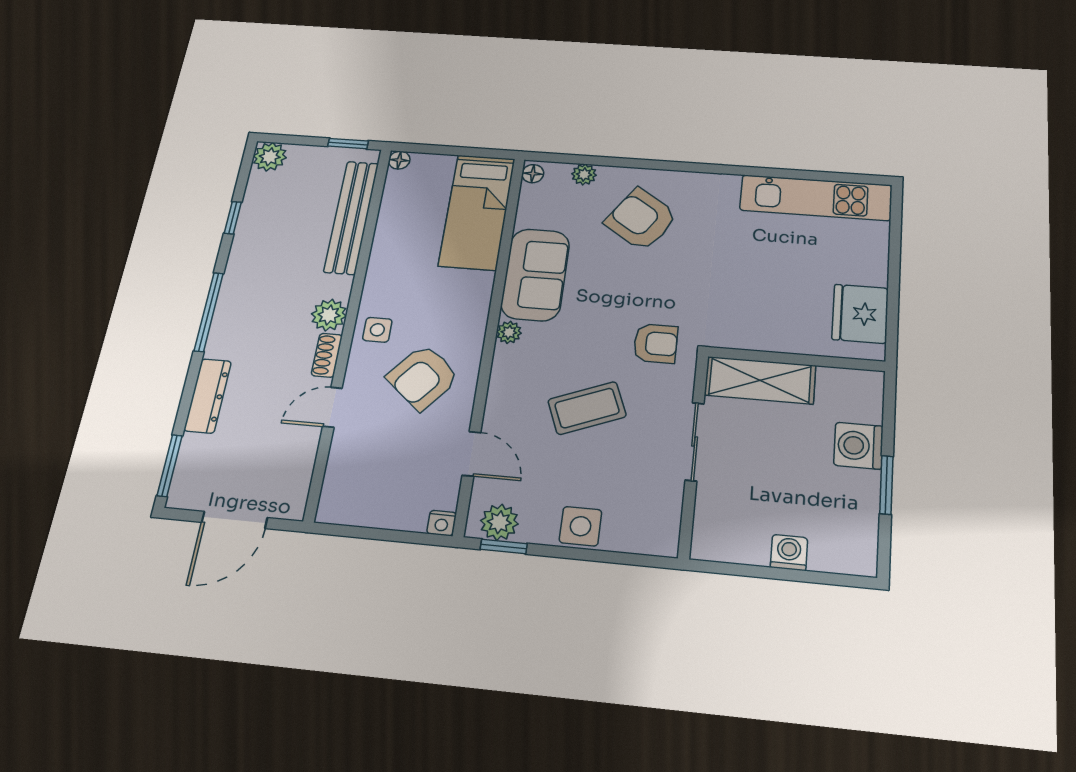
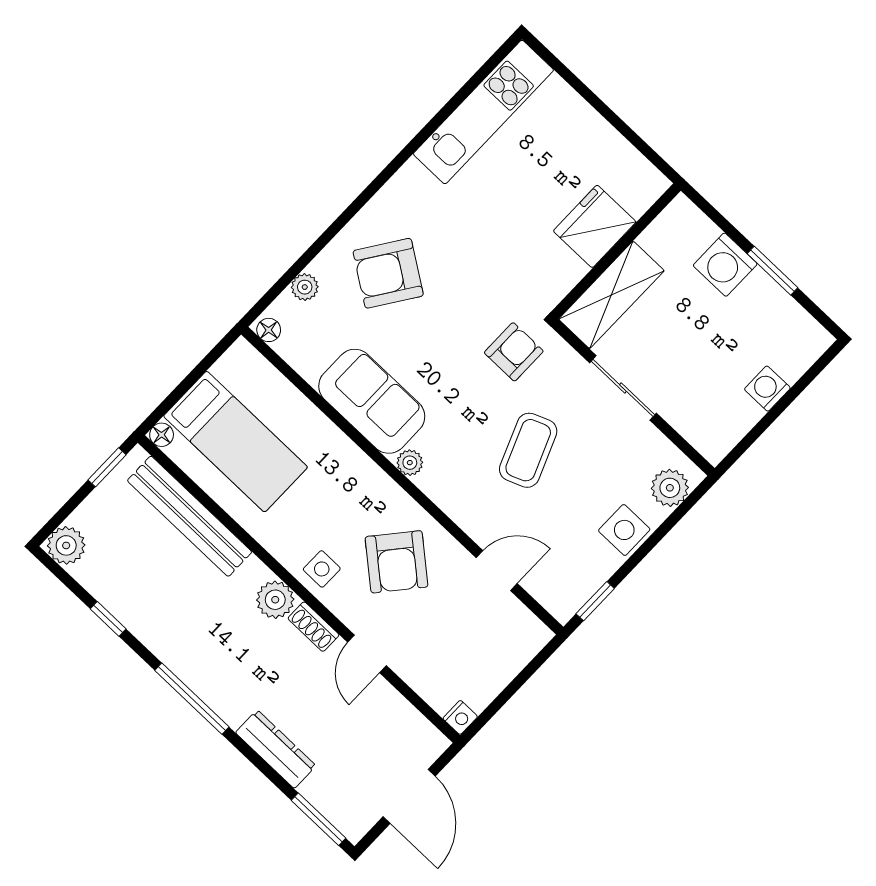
bed: (477, 212) -> (236, 442), moved
fridge: (860, 314) -> (595, 226), moved, turned 90
plant: (499, 522) -> (670, 488), moved
nightstand: (442, 523) -> (460, 717), moved

